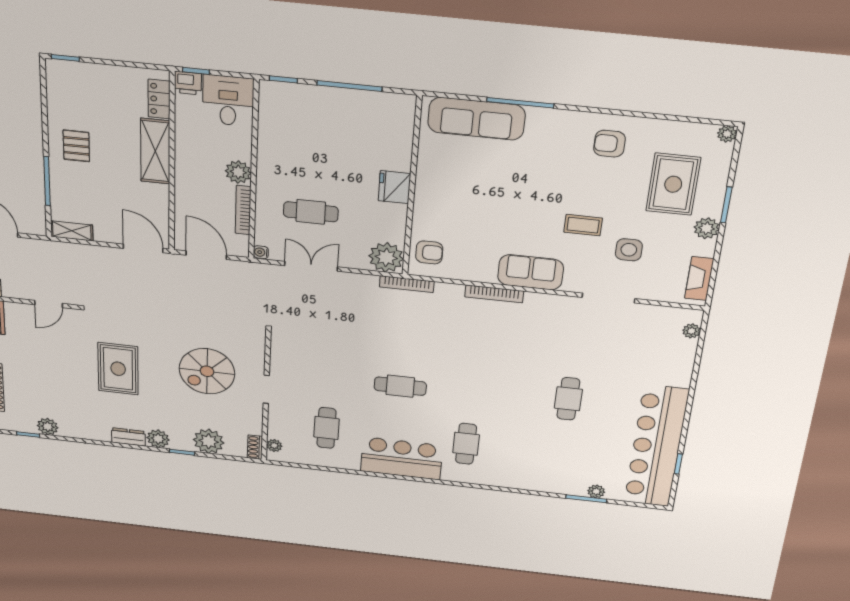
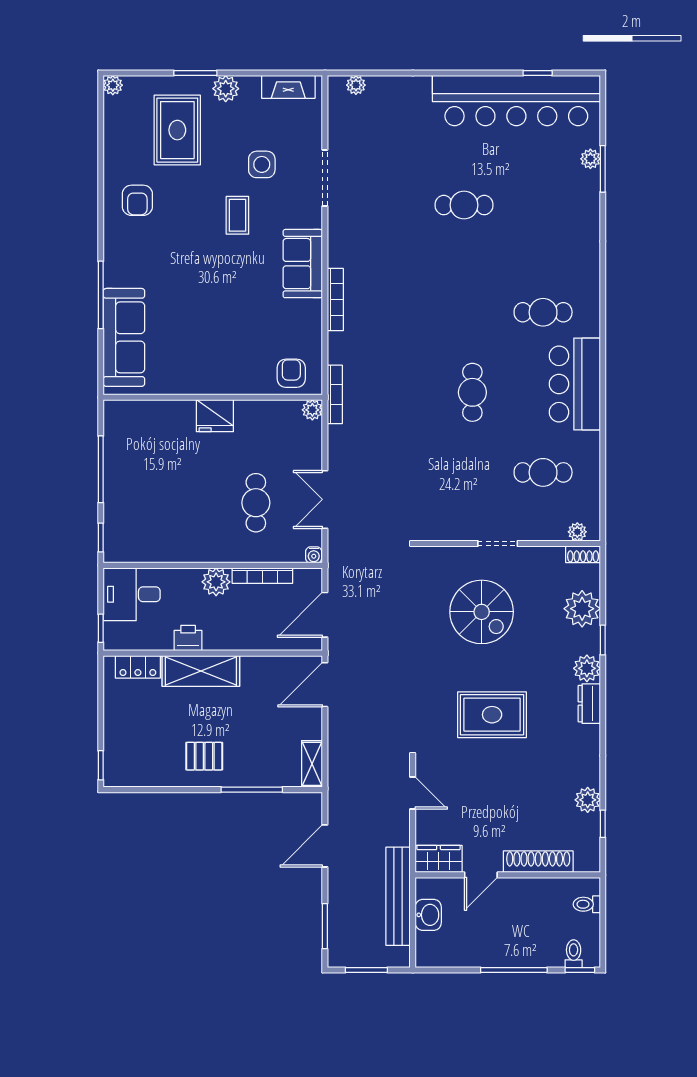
printer: (188, 83) -> (188, 638), moved, turned -90
rug: (673, 184) -> (177, 130), turned 90
plant: (386, 257) -> (312, 410), width x0.53, depth x0.53

